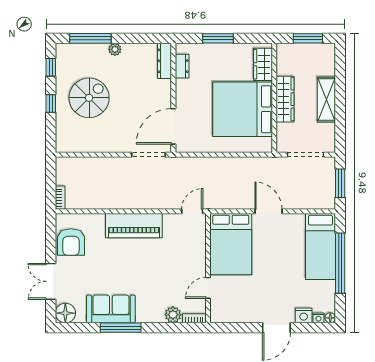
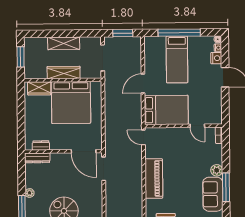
window: (218, 38) -> (21, 120), removed
bed: (320, 246) -> (177, 59), moved, turned 90
plant: (173, 315) -> (217, 170), moved

